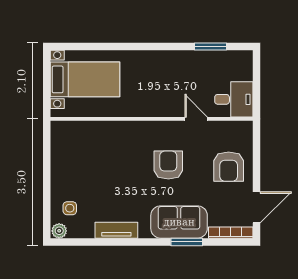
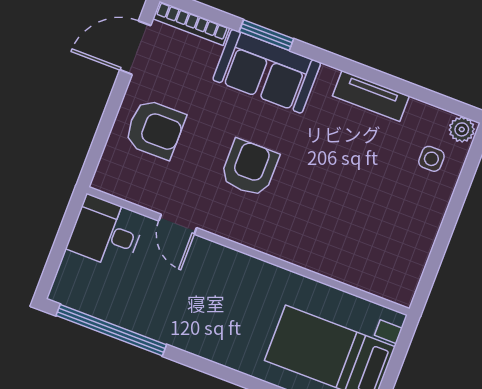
window: (211, 47) -> (111, 330), width x2.11
armchair: (168, 165) -> (250, 168), turned 180
armchair: (229, 167) -> (155, 129), turned 90

